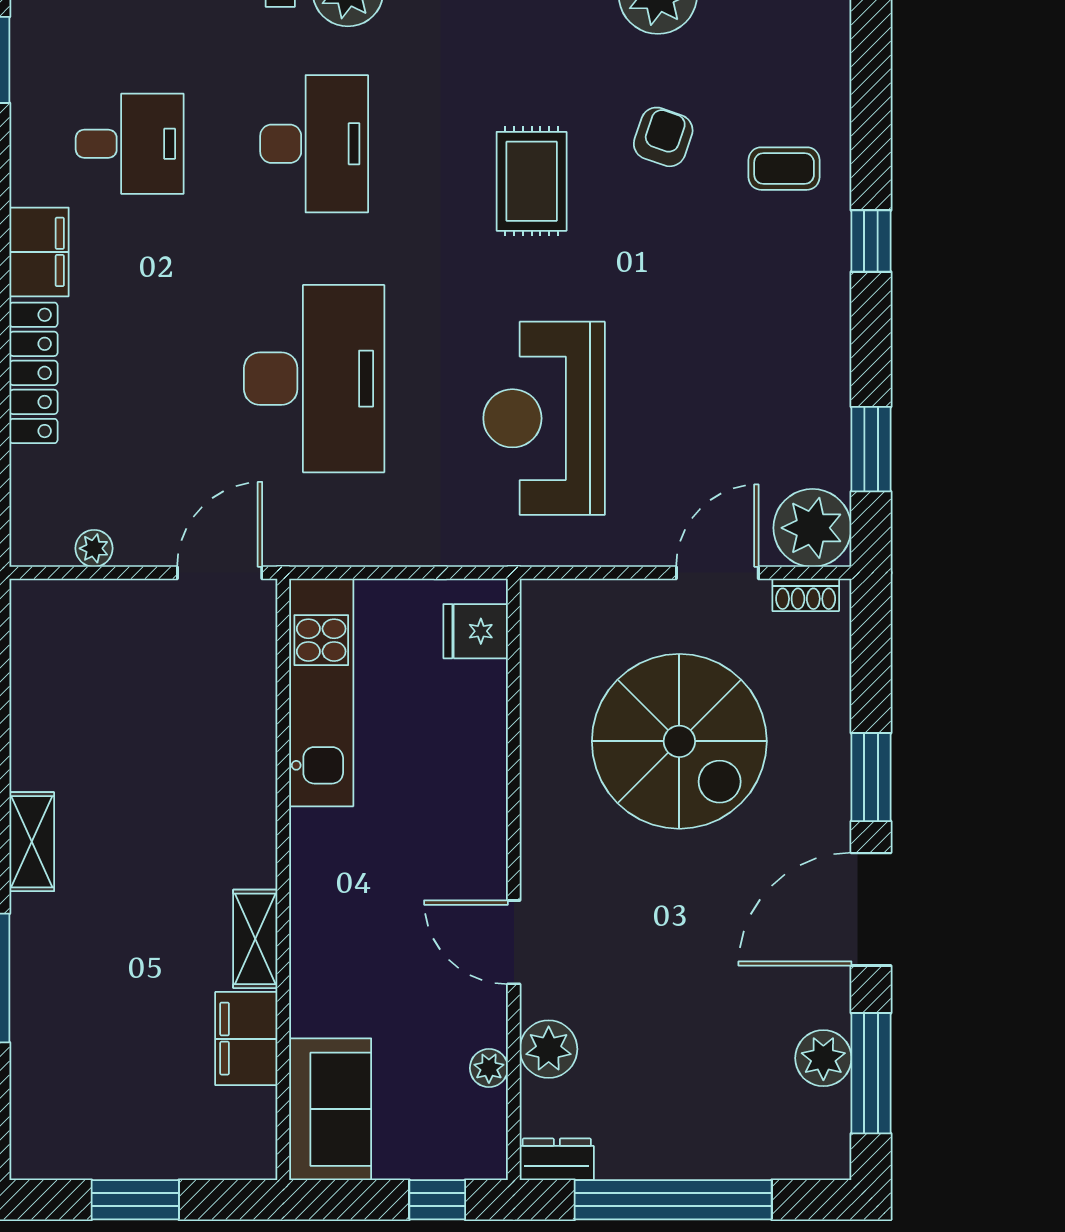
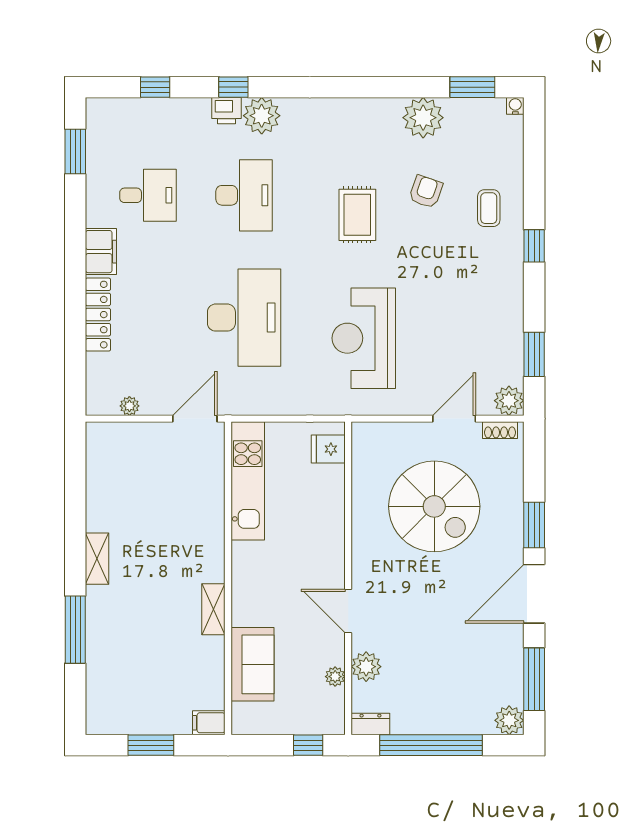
coffee table: (784, 169) -> (489, 208), turned 90
plant: (812, 528) -> (509, 401), width x0.73, depth x0.73
filing cabinet: (246, 1039) -> (209, 723), moved, width x0.50
plant: (823, 1058) -> (509, 720), moved
sofa: (330, 1109) -> (252, 664), moved

